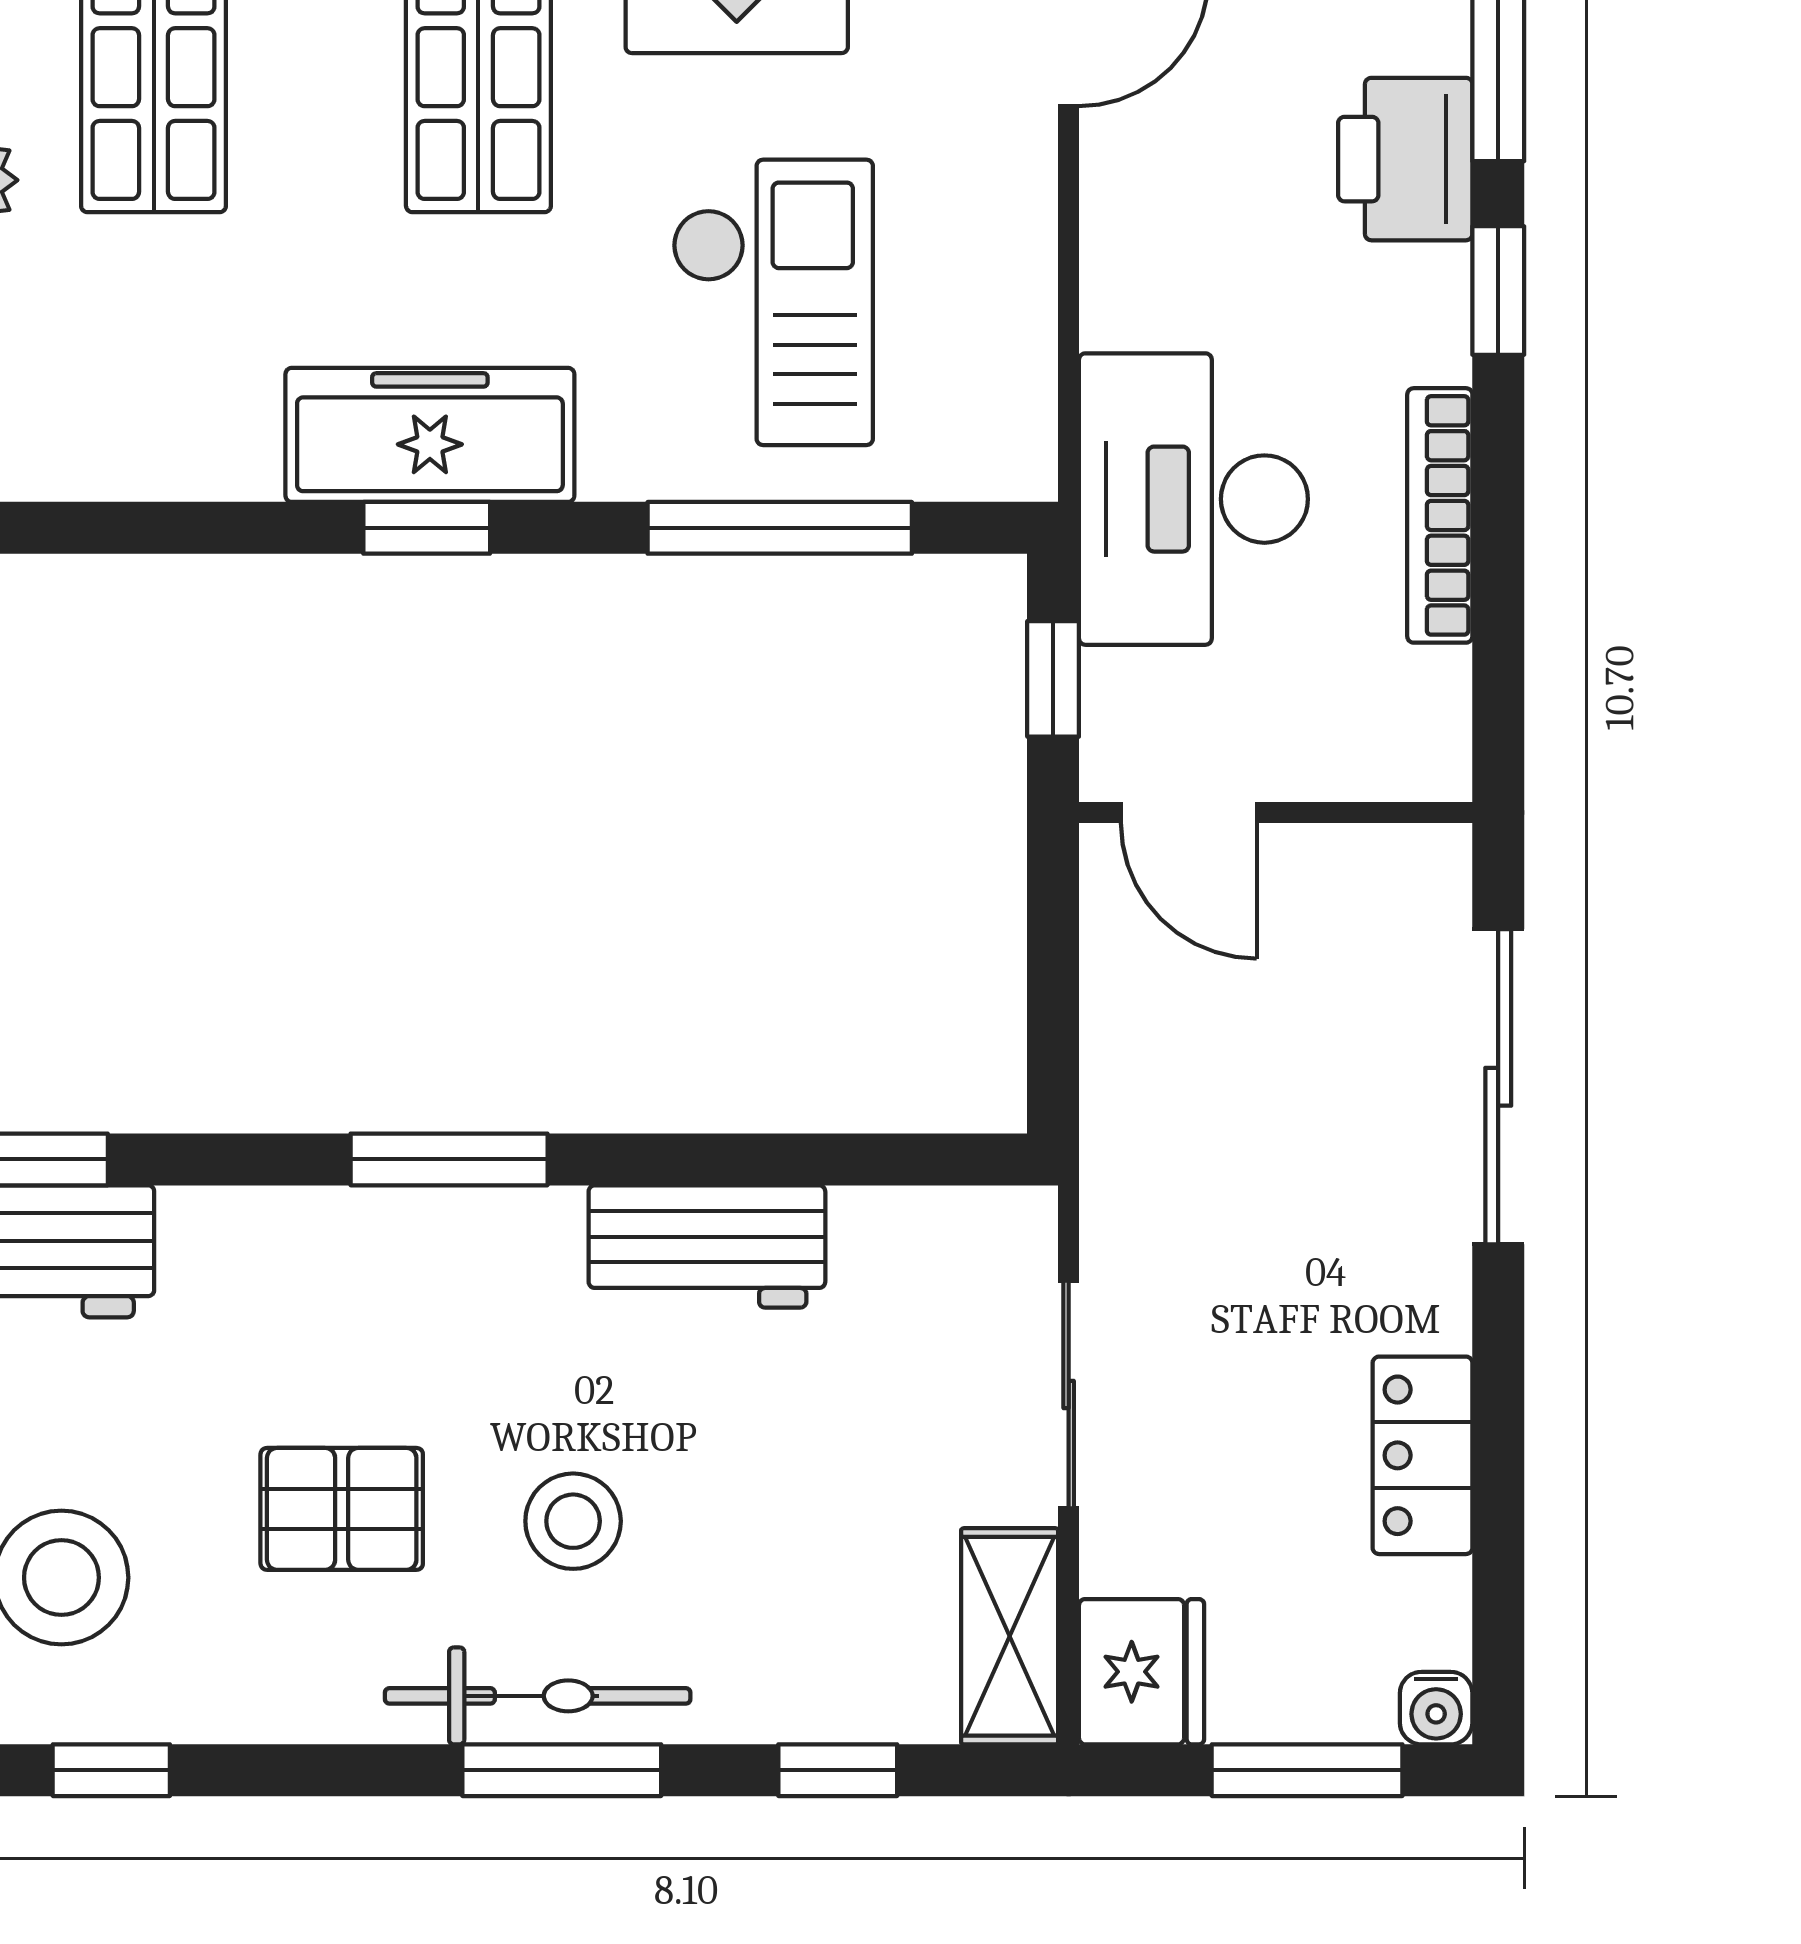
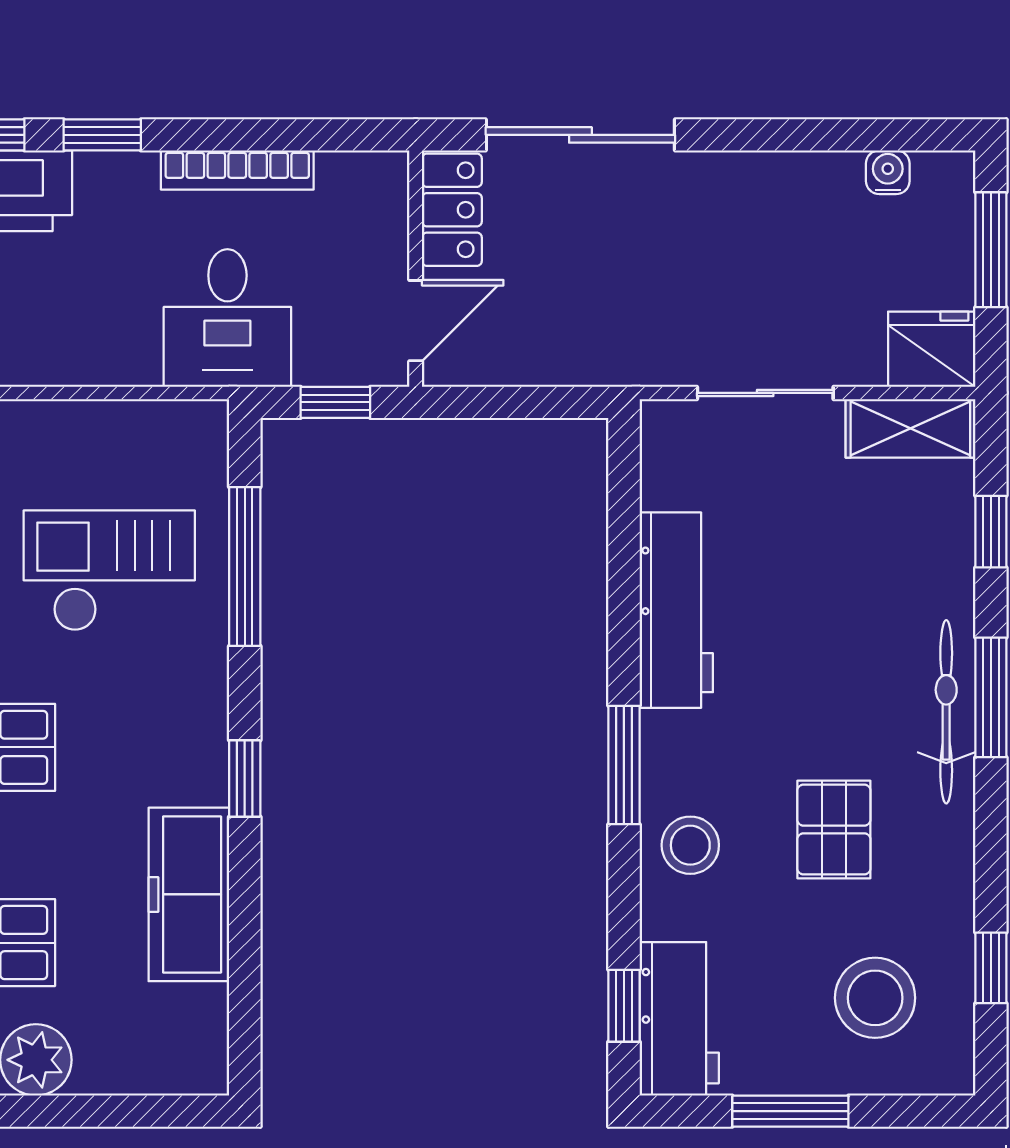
freezer: (430, 435) -> (189, 894), moved
desk: (1193, 499) -> (227, 318), width x0.73
workbench: (707, 1246) -> (676, 610), width x1.37
locker: (1423, 1455) -> (452, 210), moved, turned -90
stool: (573, 1521) -> (690, 845), moved
water cooler: (1436, 1708) -> (888, 172), moved, turned -90

